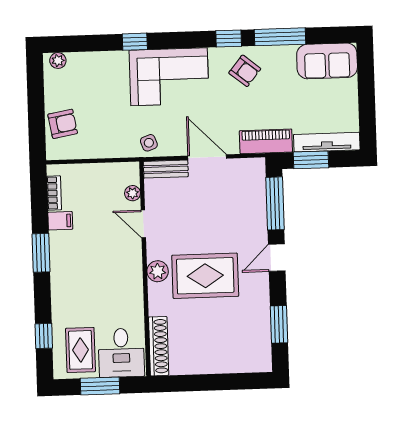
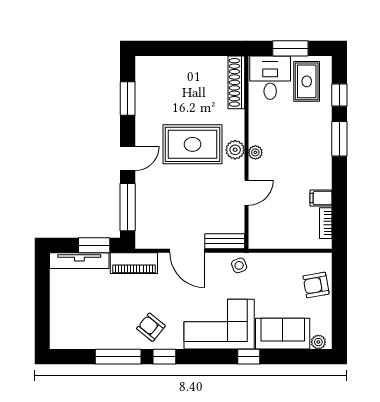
sofa: (327, 61) -> (283, 334), moved
plant: (133, 193) -> (255, 152), moved
door: (143, 224) -> (247, 193), hinge flipped
window: (41, 253) -> (339, 139), moved

